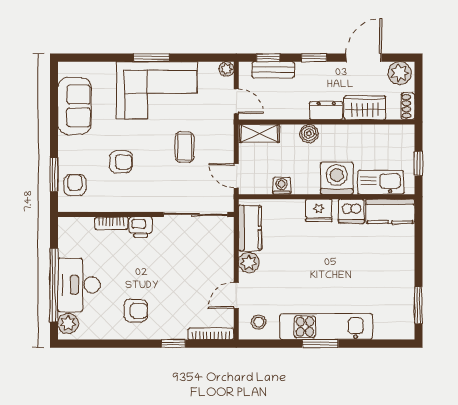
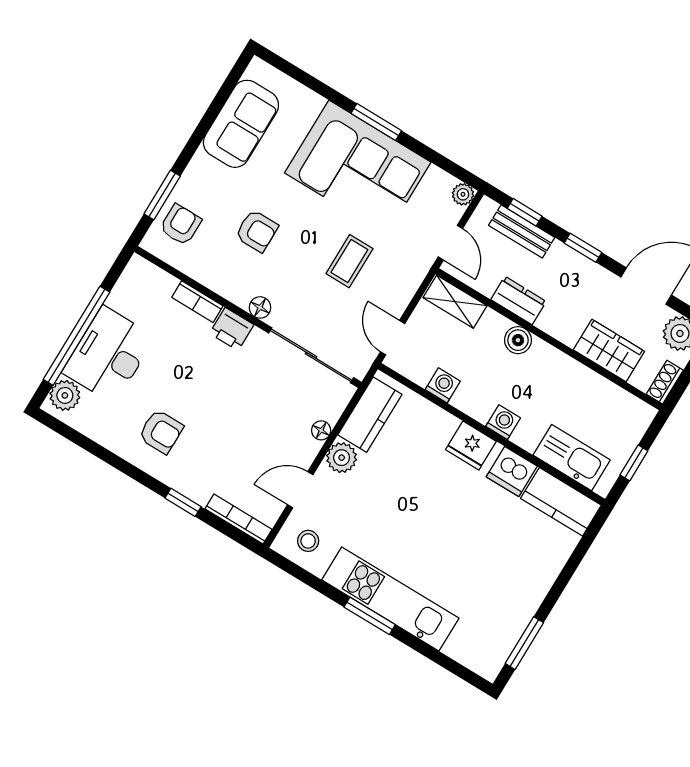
dresser: (326, 111) -> (518, 300), moved
washing machine: (337, 178) -> (503, 422), width x0.53, depth x0.53
floor lamp: (149, 205) -> (260, 307), added
floor lamp: (227, 254) -> (321, 430), added

